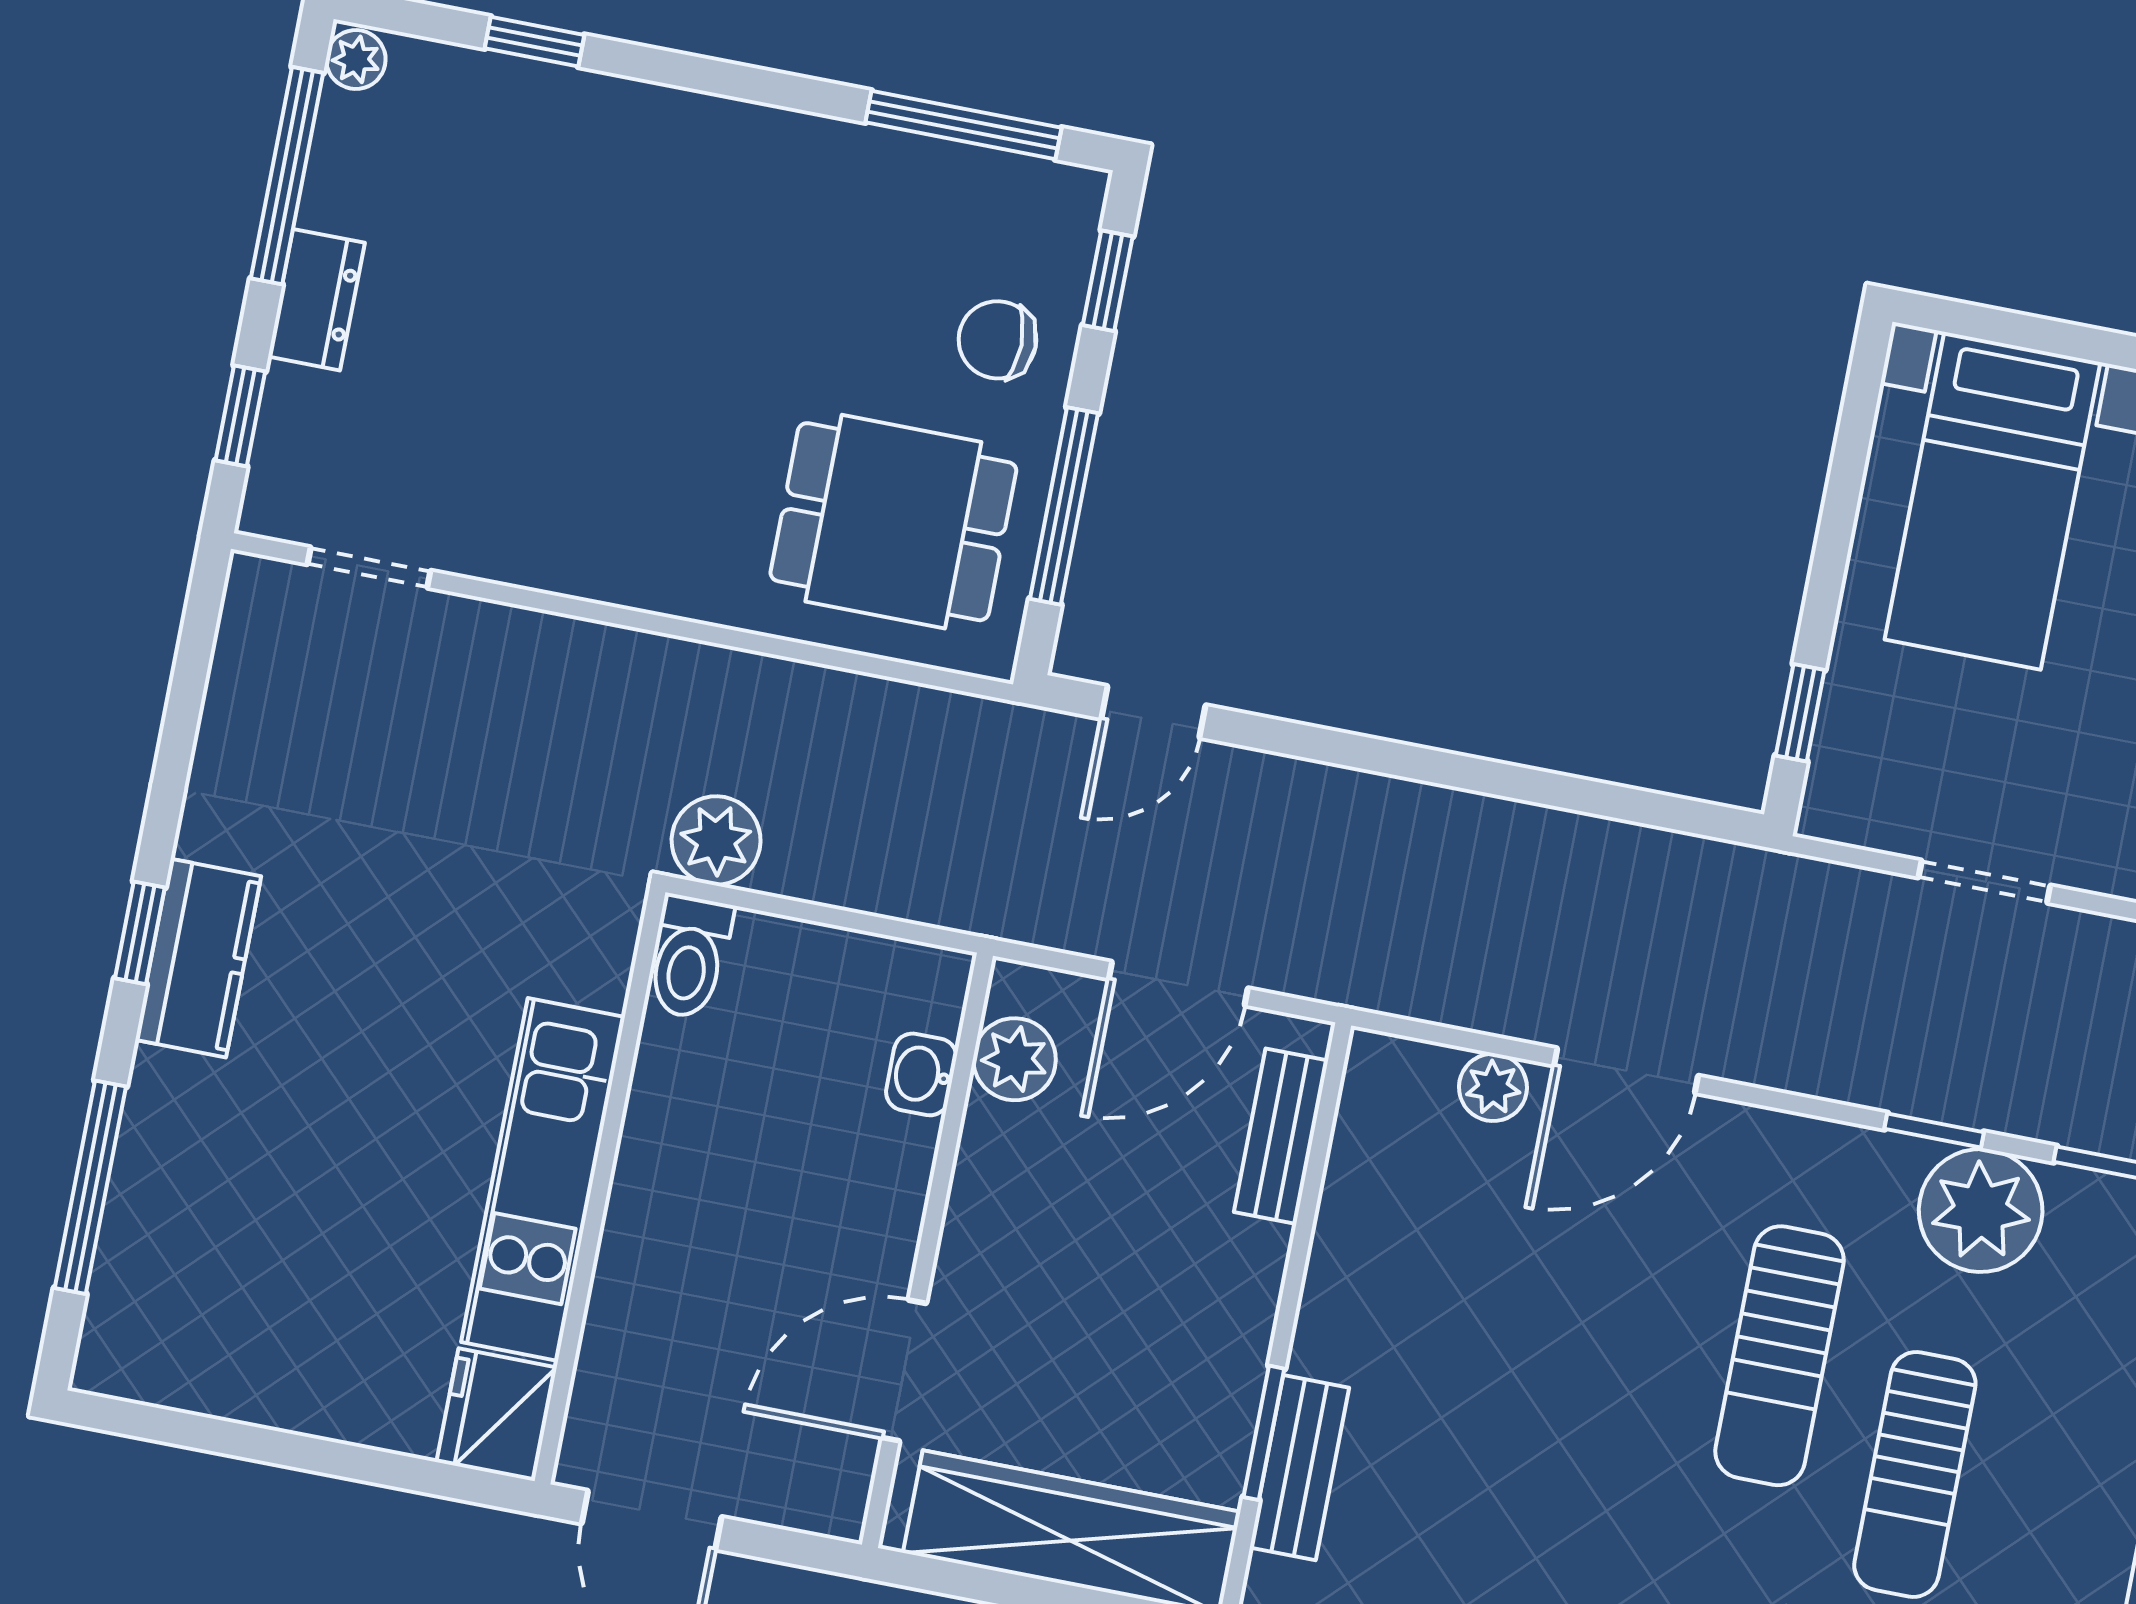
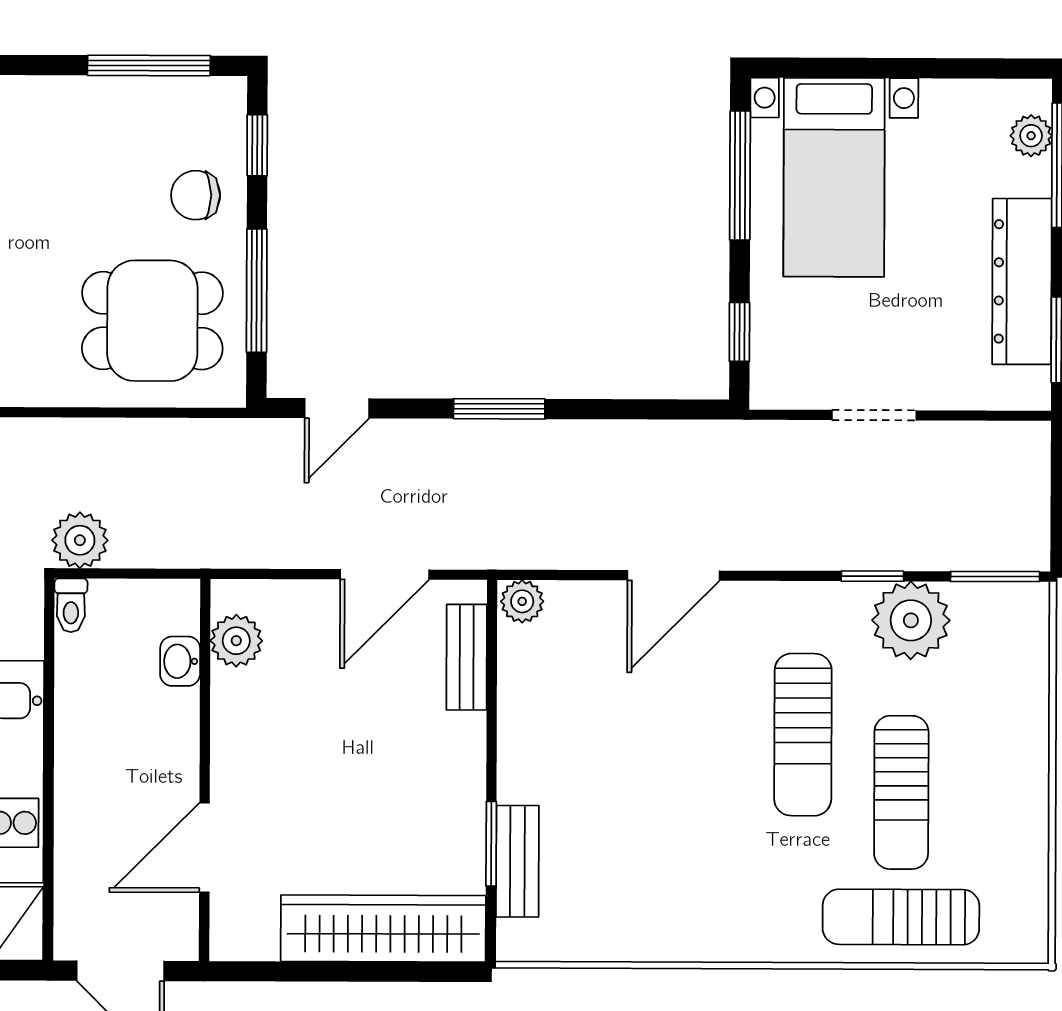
window: (1847, 470) -> (740, 175), added
window: (1405, 761) -> (499, 409), added
toilet: (689, 957) -> (71, 605), width x0.73, depth x0.72
plant: (1015, 1059) -> (236, 641), moved
washbasin: (921, 1074) -> (180, 661), moved
plant: (1493, 1087) -> (522, 601), moved
wall: (927, 1250) -> (205, 770), moved
door: (904, 1370) -> (204, 848), moved

